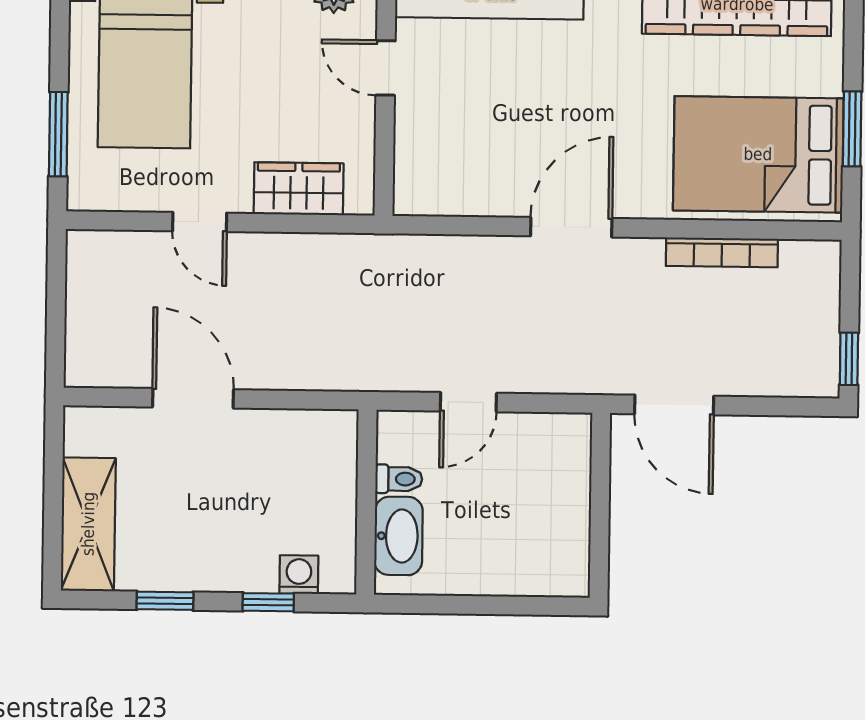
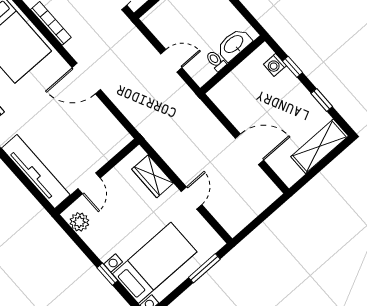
door: (193, 398) -> (249, 149), swing flipped

